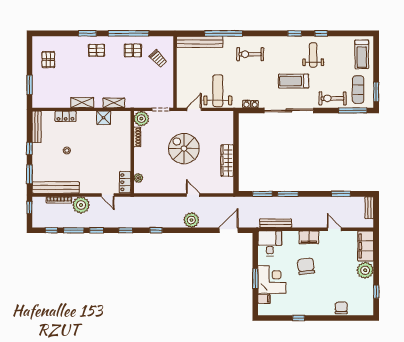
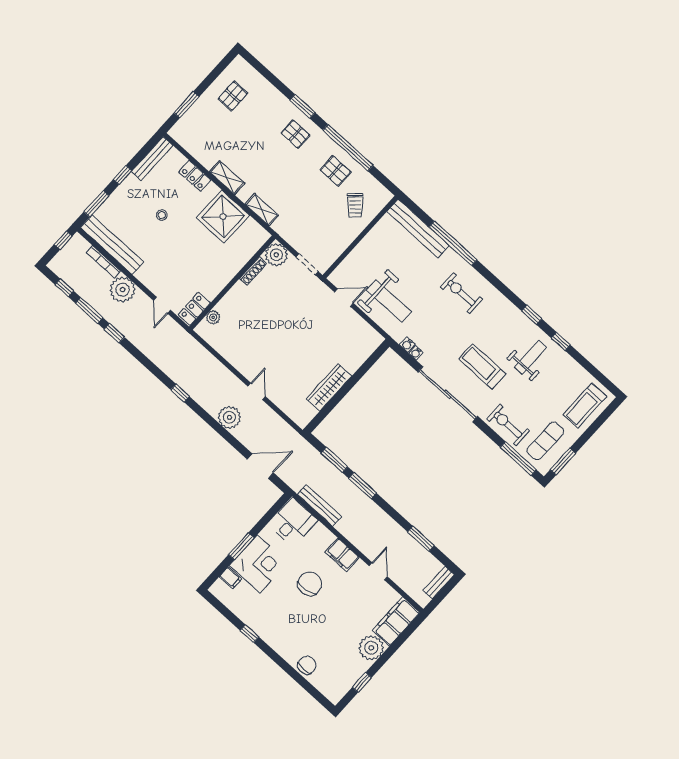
weight bench: (218, 91) -> (389, 301), turned 90
shower: (104, 118) -> (223, 217), width x1.86, depth x1.86
spiral stairs: (184, 149) -> (293, 331), removed
window: (126, 230) -> (147, 363), removed

